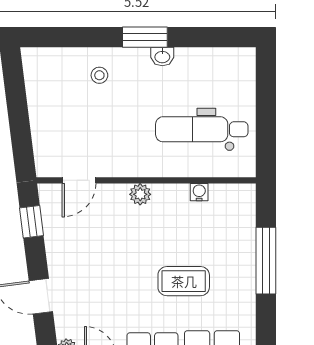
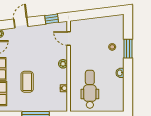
window: (145, 37) -> (128, 49), moved

